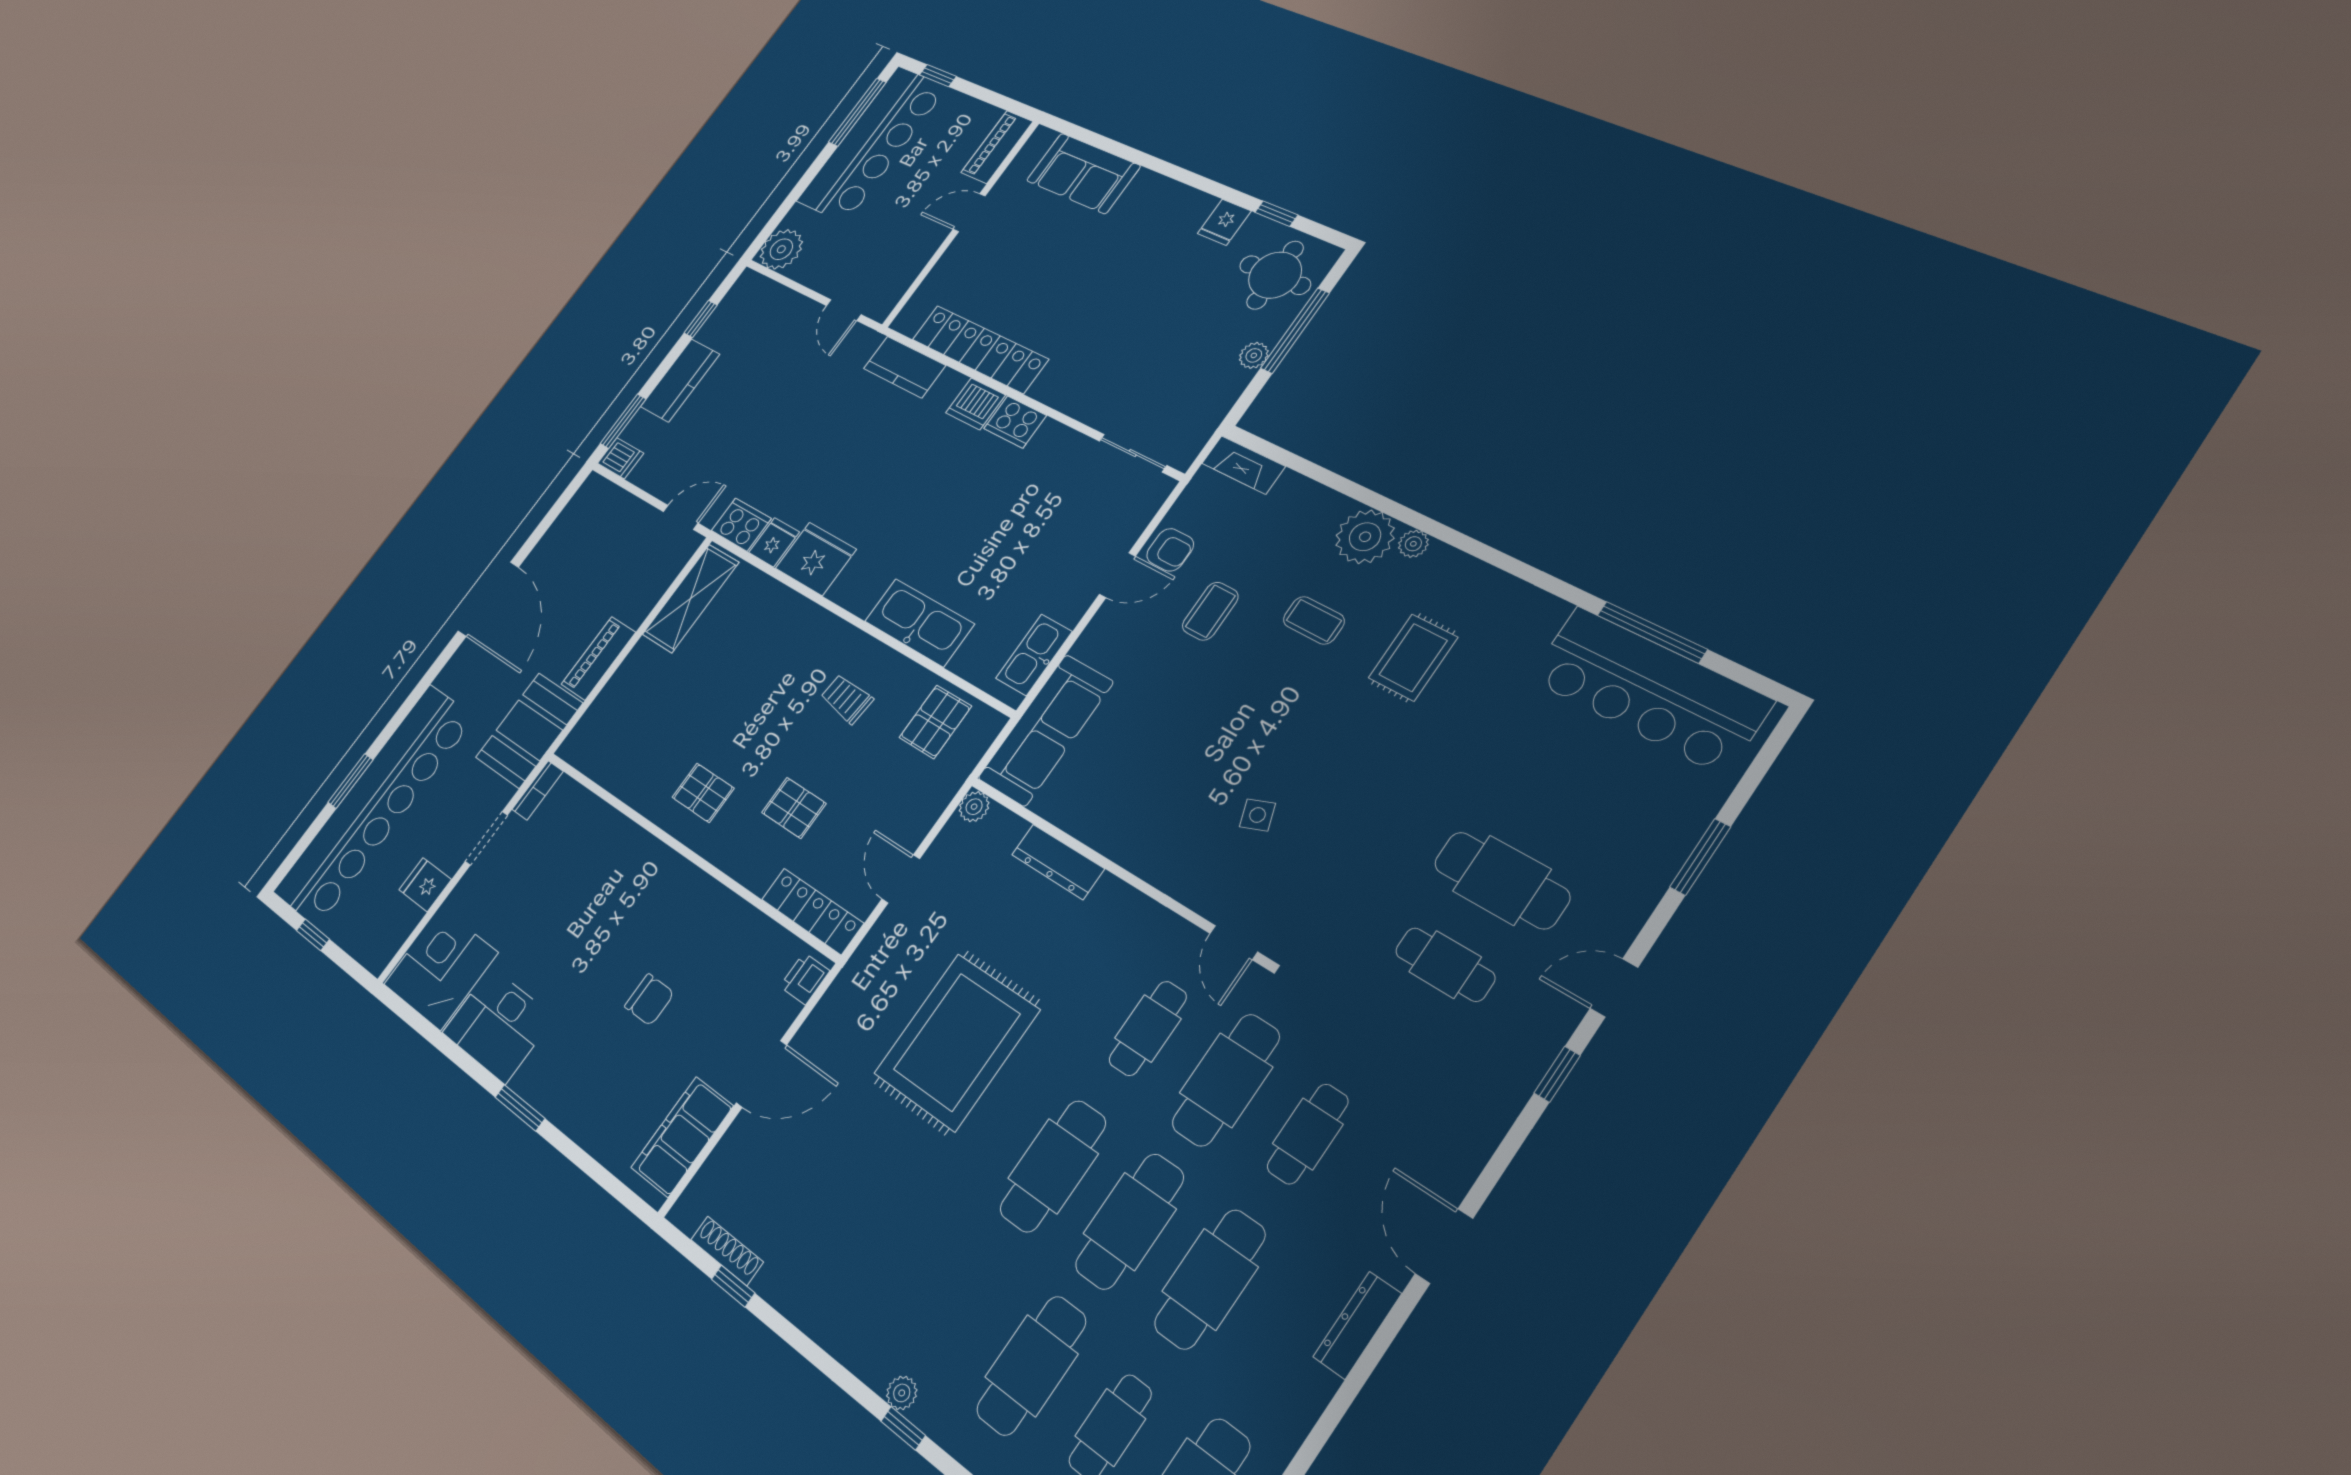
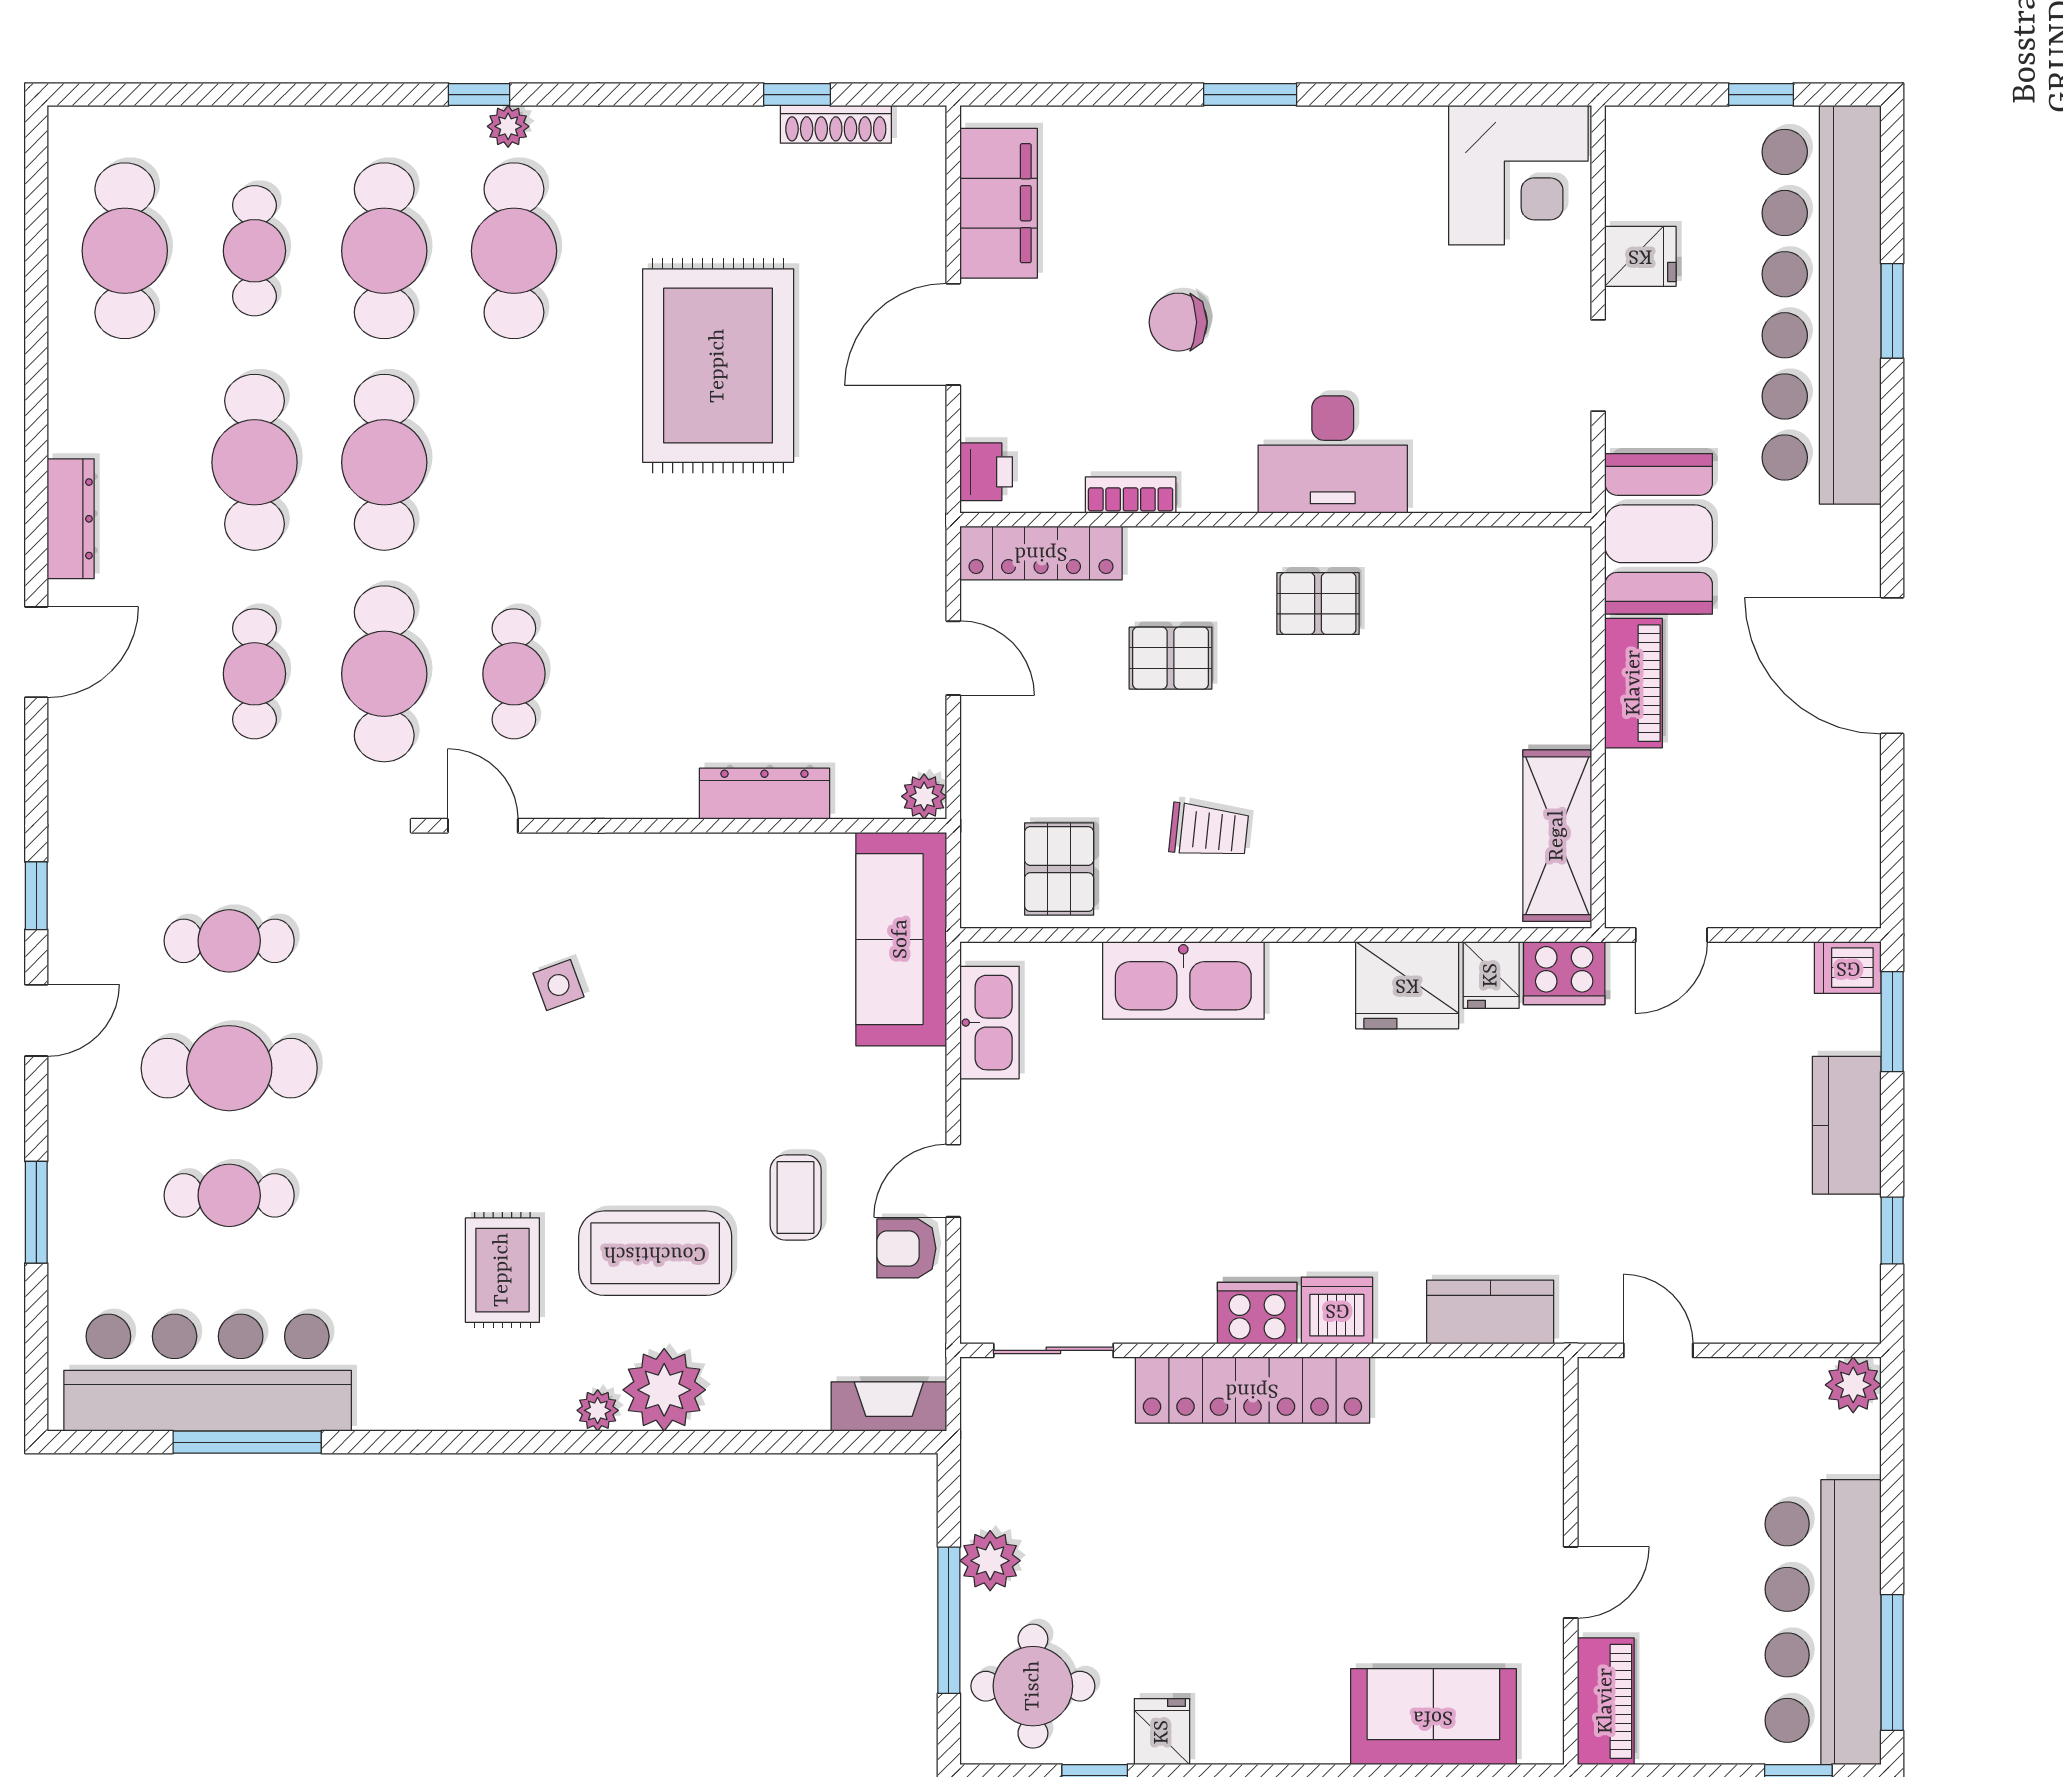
plant: (781, 249) -> (1853, 1385), width x0.73, depth x0.73
locker: (980, 349) -> (1252, 1390), moved
plant: (1254, 355) -> (990, 1561), width x1.38, depth x1.38
coffee table: (1314, 620) -> (655, 1253), width x1.86, depth x1.72
bookcase: (538, 790) -> (1131, 495), moved, turned 90
cafe table: (1558, 797) -> (229, 1195), added
desk: (498, 1025) -> (1333, 454), moved, turned 180
rug: (957, 1042) -> (718, 366), moved
cafe table: (1053, 1166) -> (514, 251), moved
door: (1444, 1246) -> (36, 652), hinge flipped

